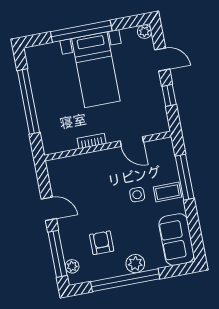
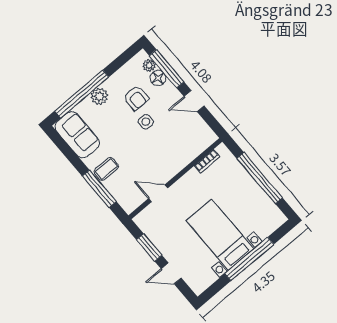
plant: (144, 32) -> (198, 288), removed
window: (169, 95) -> (149, 247), width x1.50
bookcase: (92, 141) -> (207, 161), moved
side table: (137, 195) -> (146, 122), moved
floor lamp: (70, 250) -> (158, 78), added
window: (125, 280) -> (82, 94), moved

